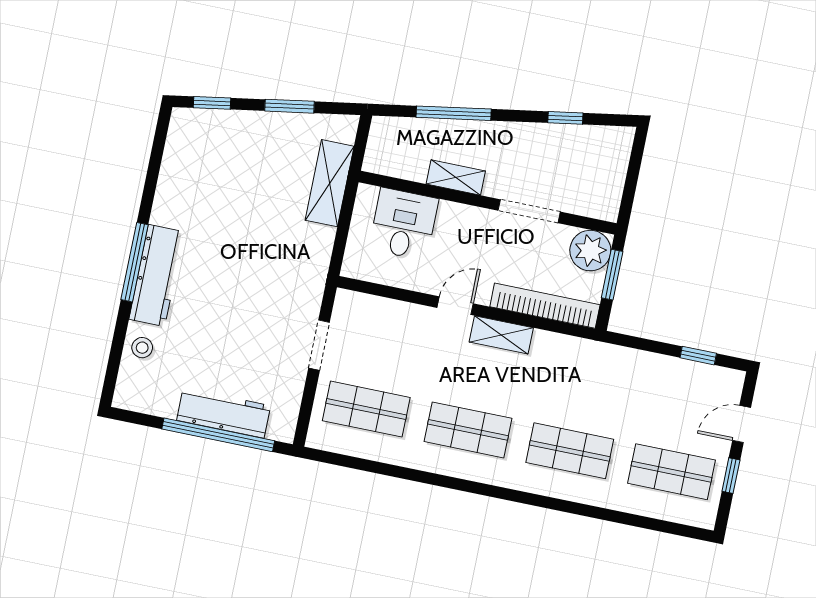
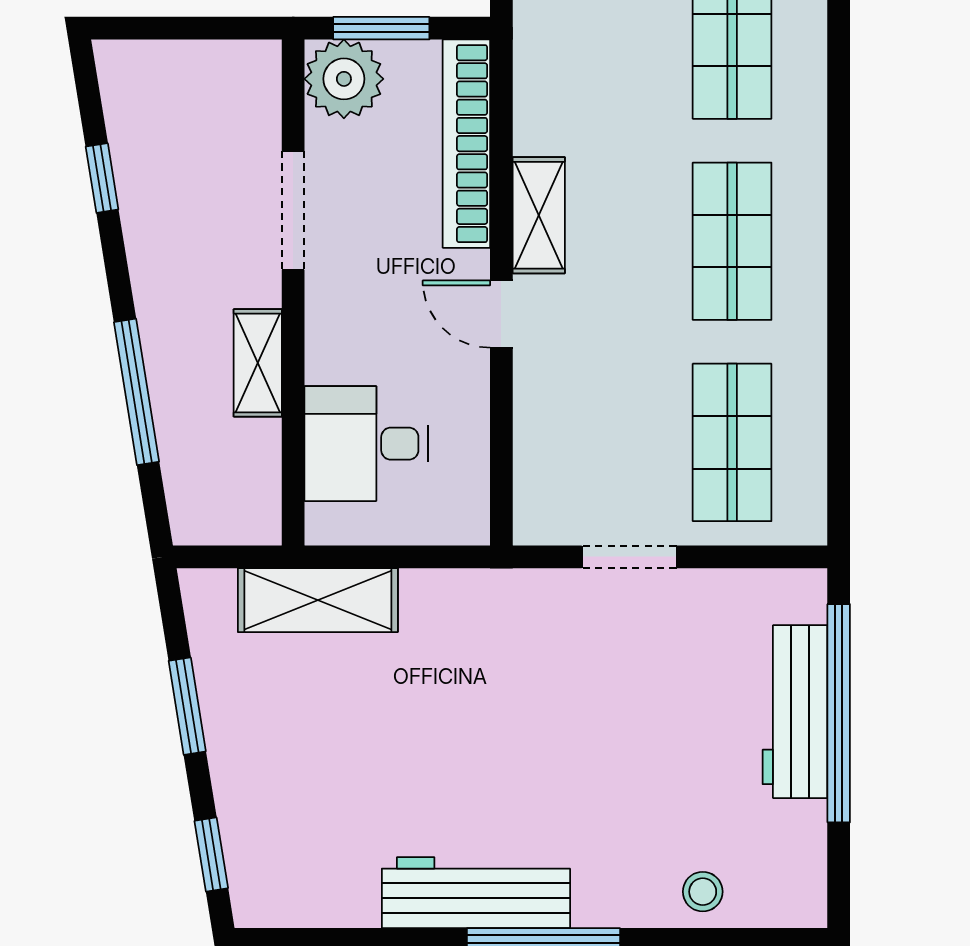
workbench: (156, 276) -> (476, 893), moved

